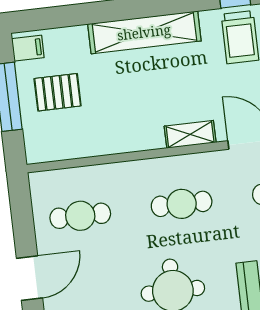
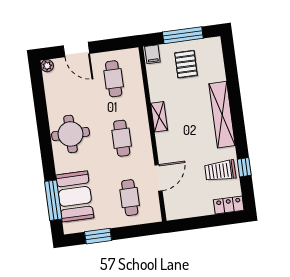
filing cabinet: (28, 48) -> (152, 54), moved
shelving: (190, 134) -> (159, 117), moved

